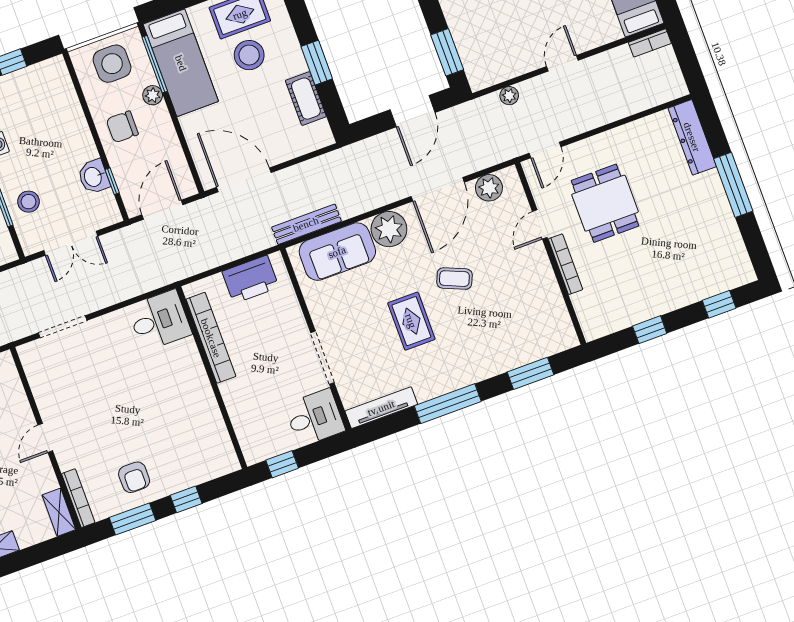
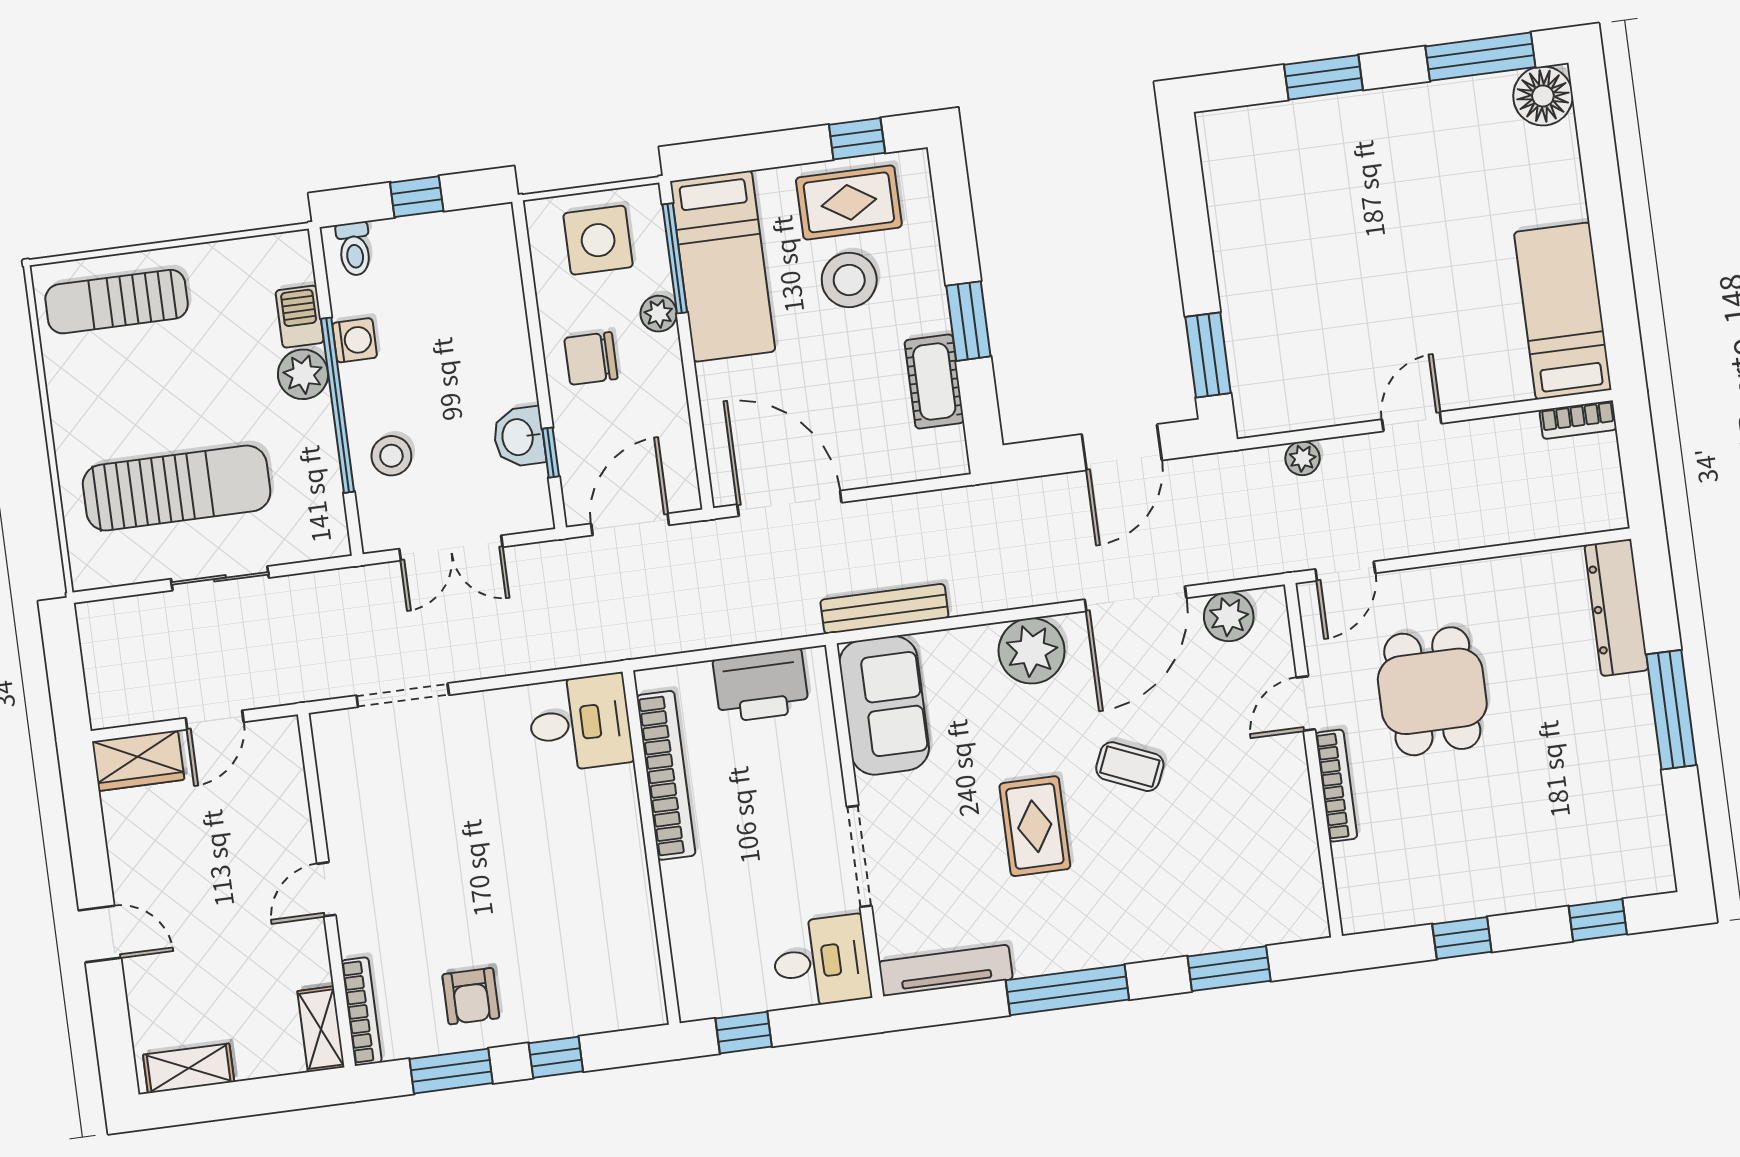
sofa: (337, 252) -> (884, 705), moved, turned -90

